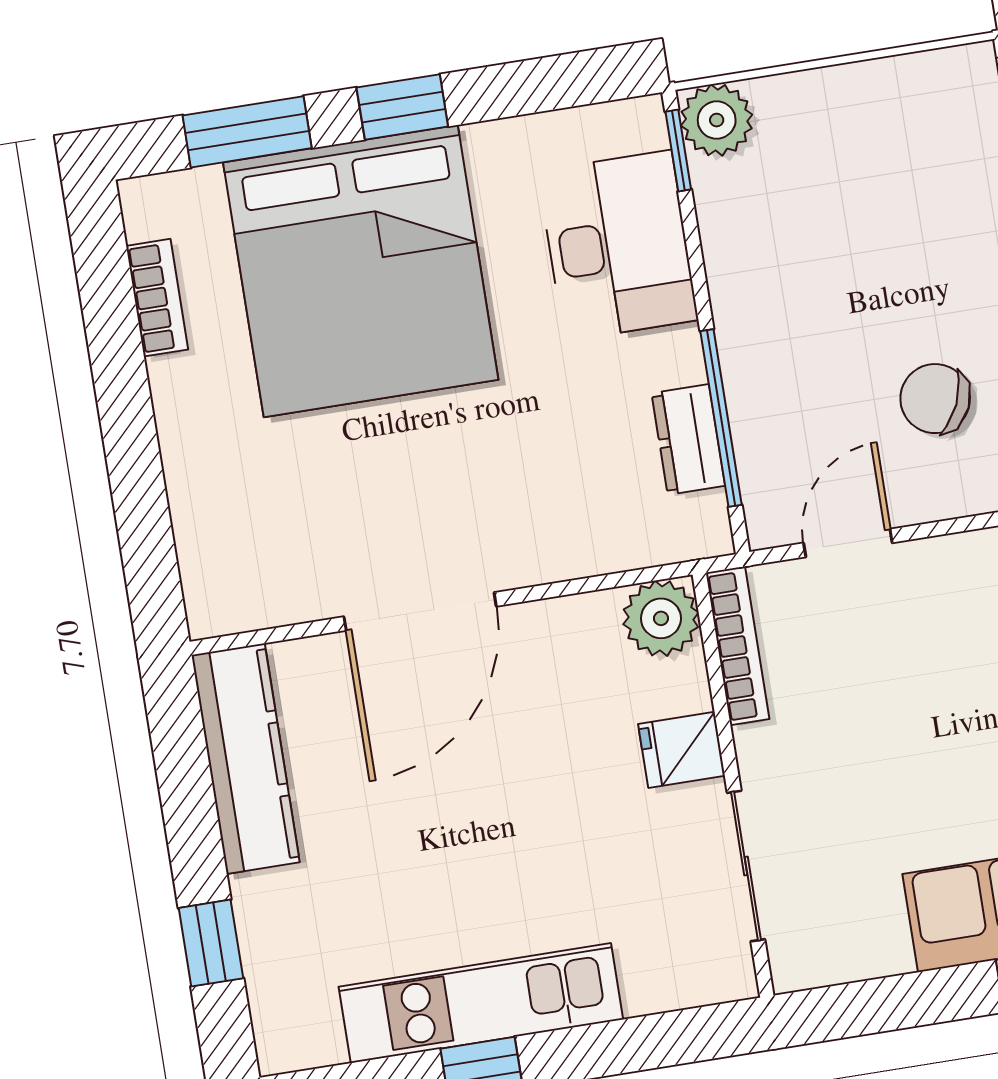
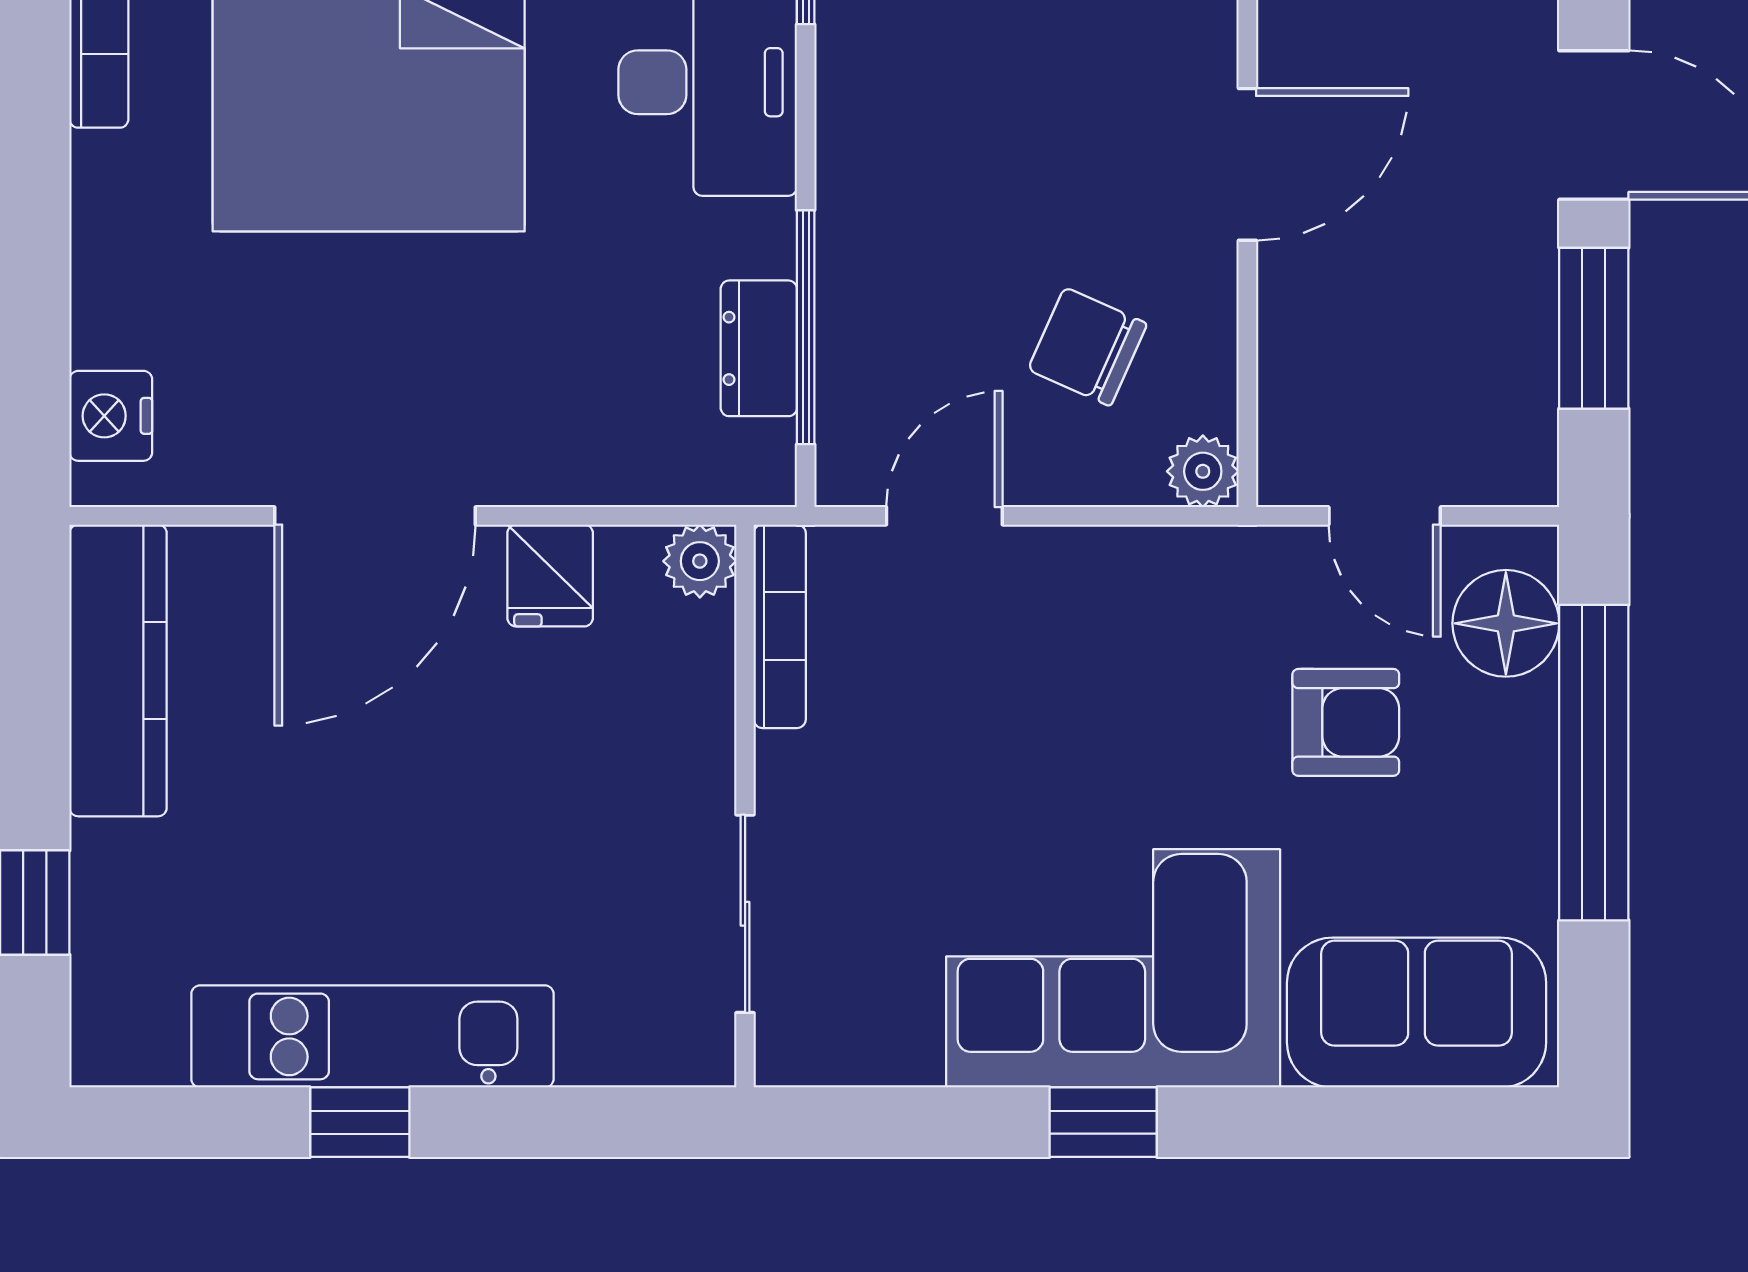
nightstand: (210, 568) -> (111, 416), added
plant: (661, 618) -> (700, 561), width x0.73, depth x0.73
fridge: (681, 750) -> (550, 575), moved, turned -90

